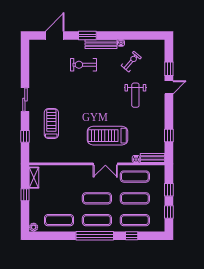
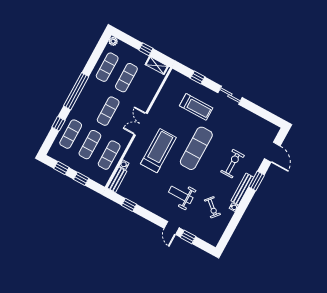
exercise mat: (87, 104) -> (196, 148), added
double door: (105, 164) -> (141, 124), moved
exercise mat: (97, 220) -> (126, 78), moved

